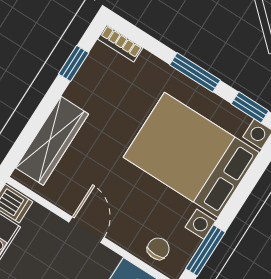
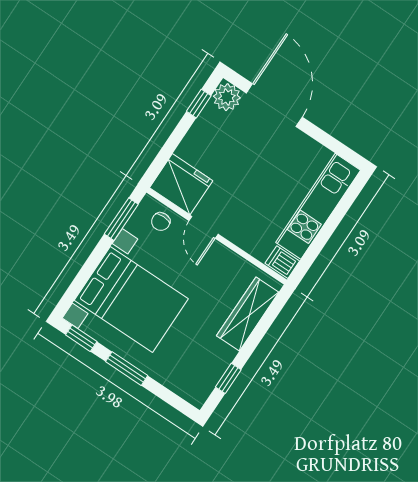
bookcase: (120, 43) -> (189, 394), removed
door: (86, 230) -> (204, 227), moved

